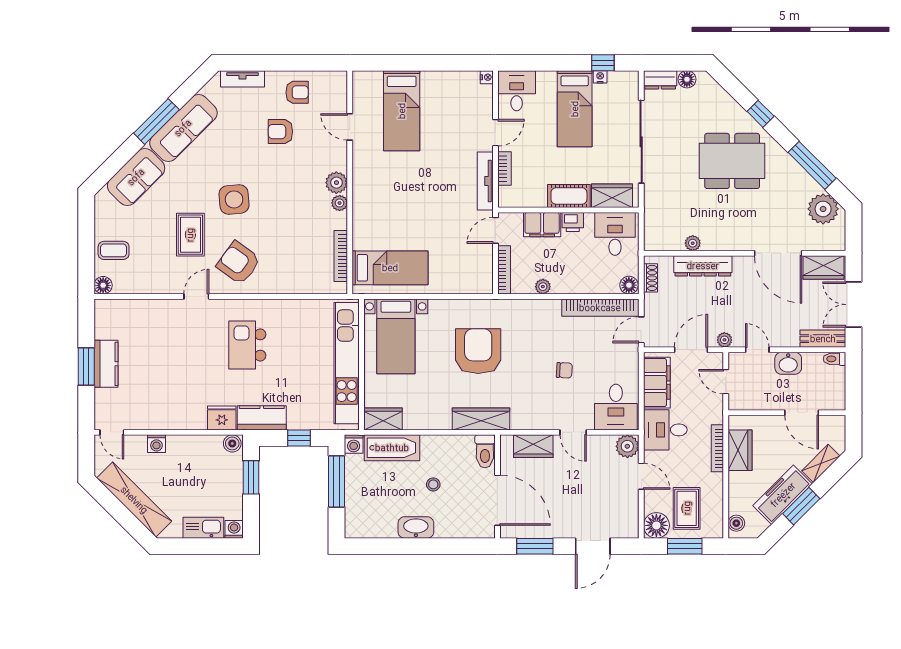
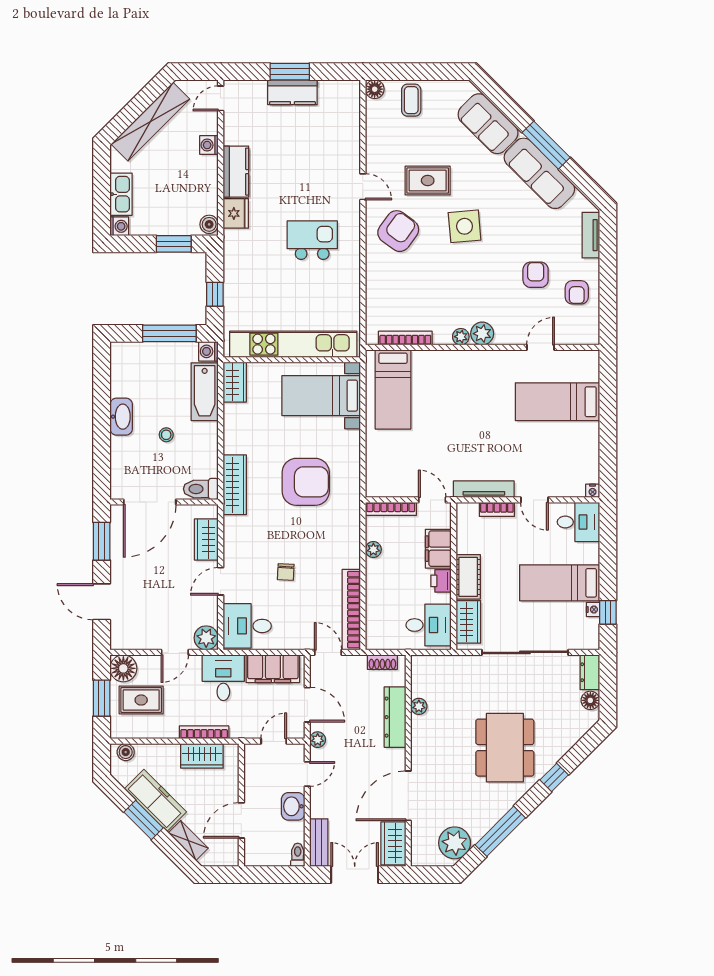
floor lamp: (629, 285) -> (375, 640), removed
kitchen counter: (262, 418) -> (236, 172), moved

